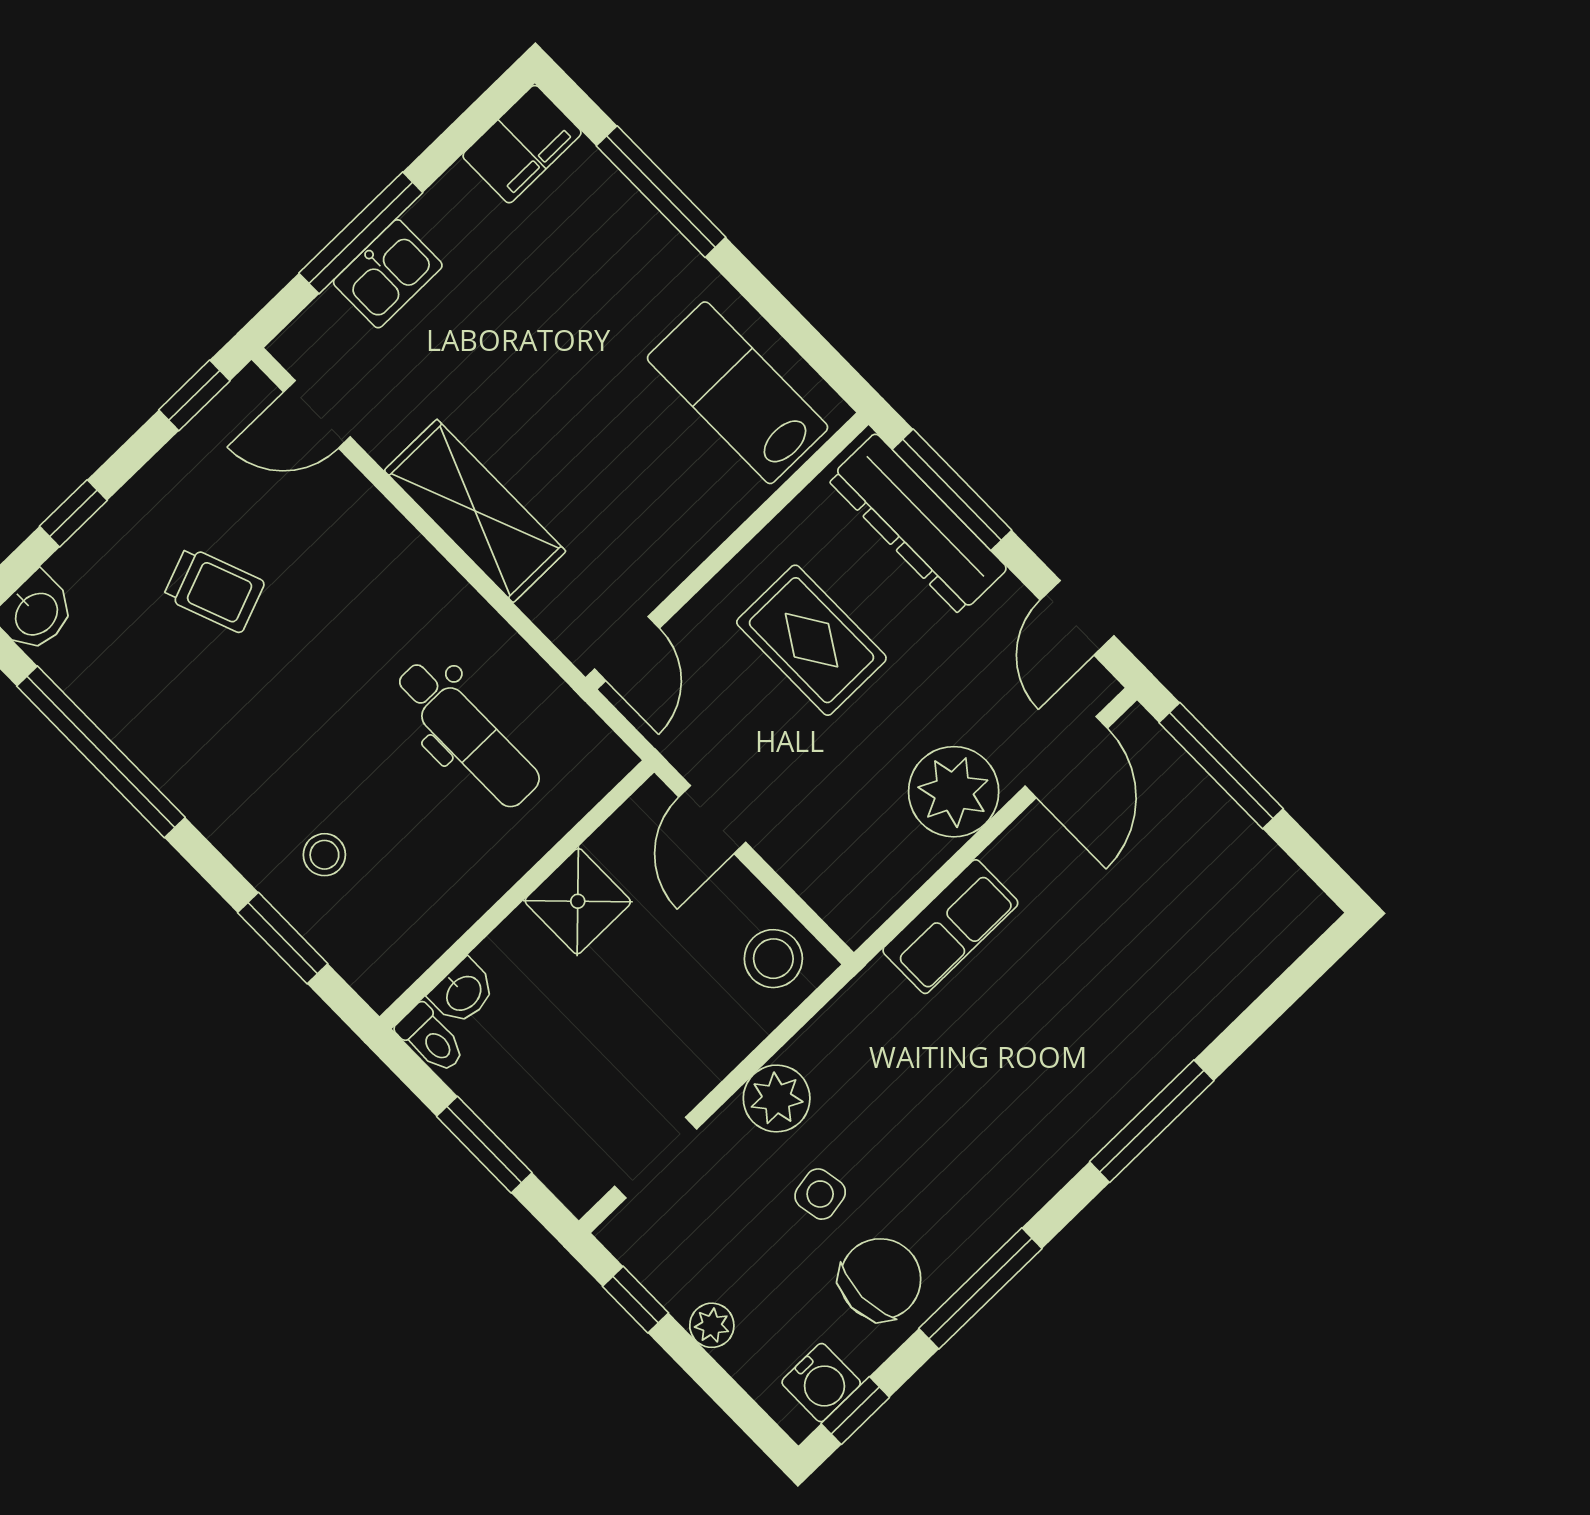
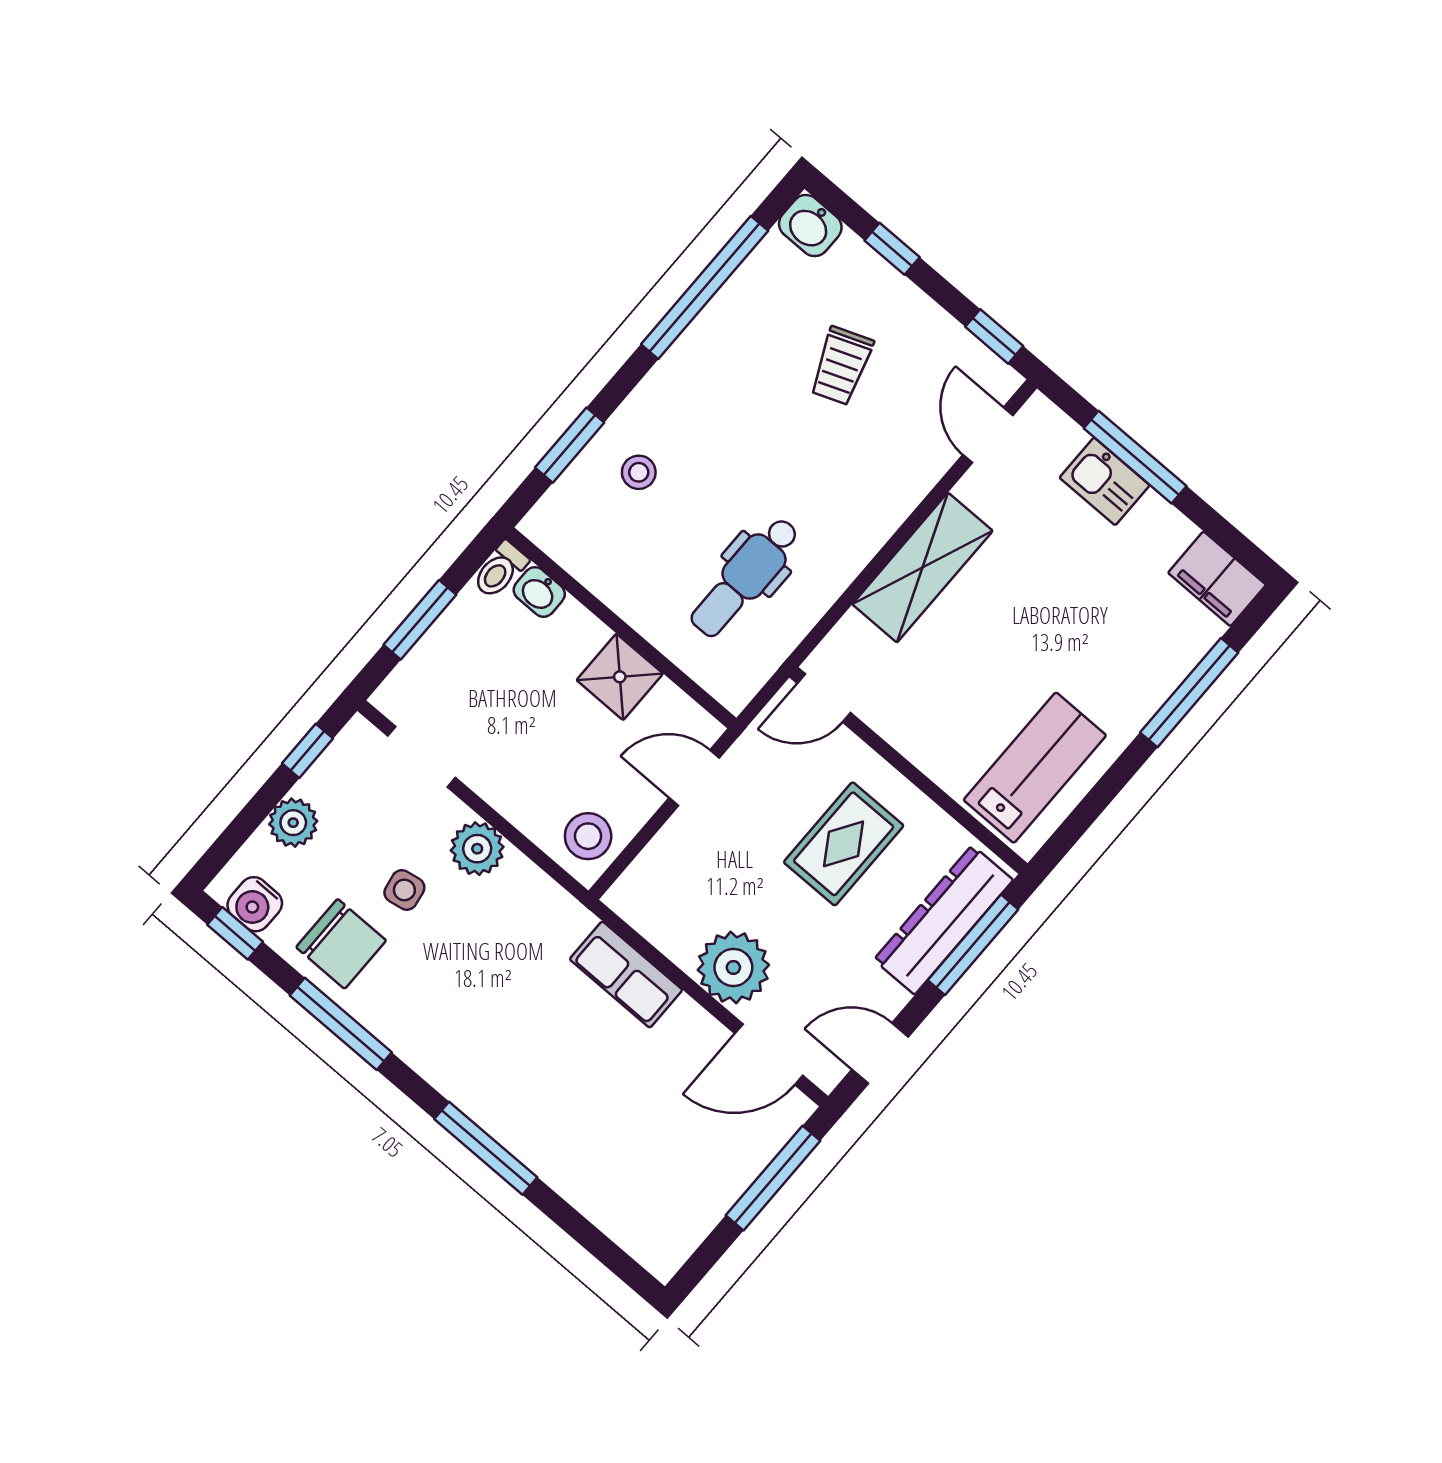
plant: (712, 1325) -> (293, 823), width x1.38, depth x1.38

